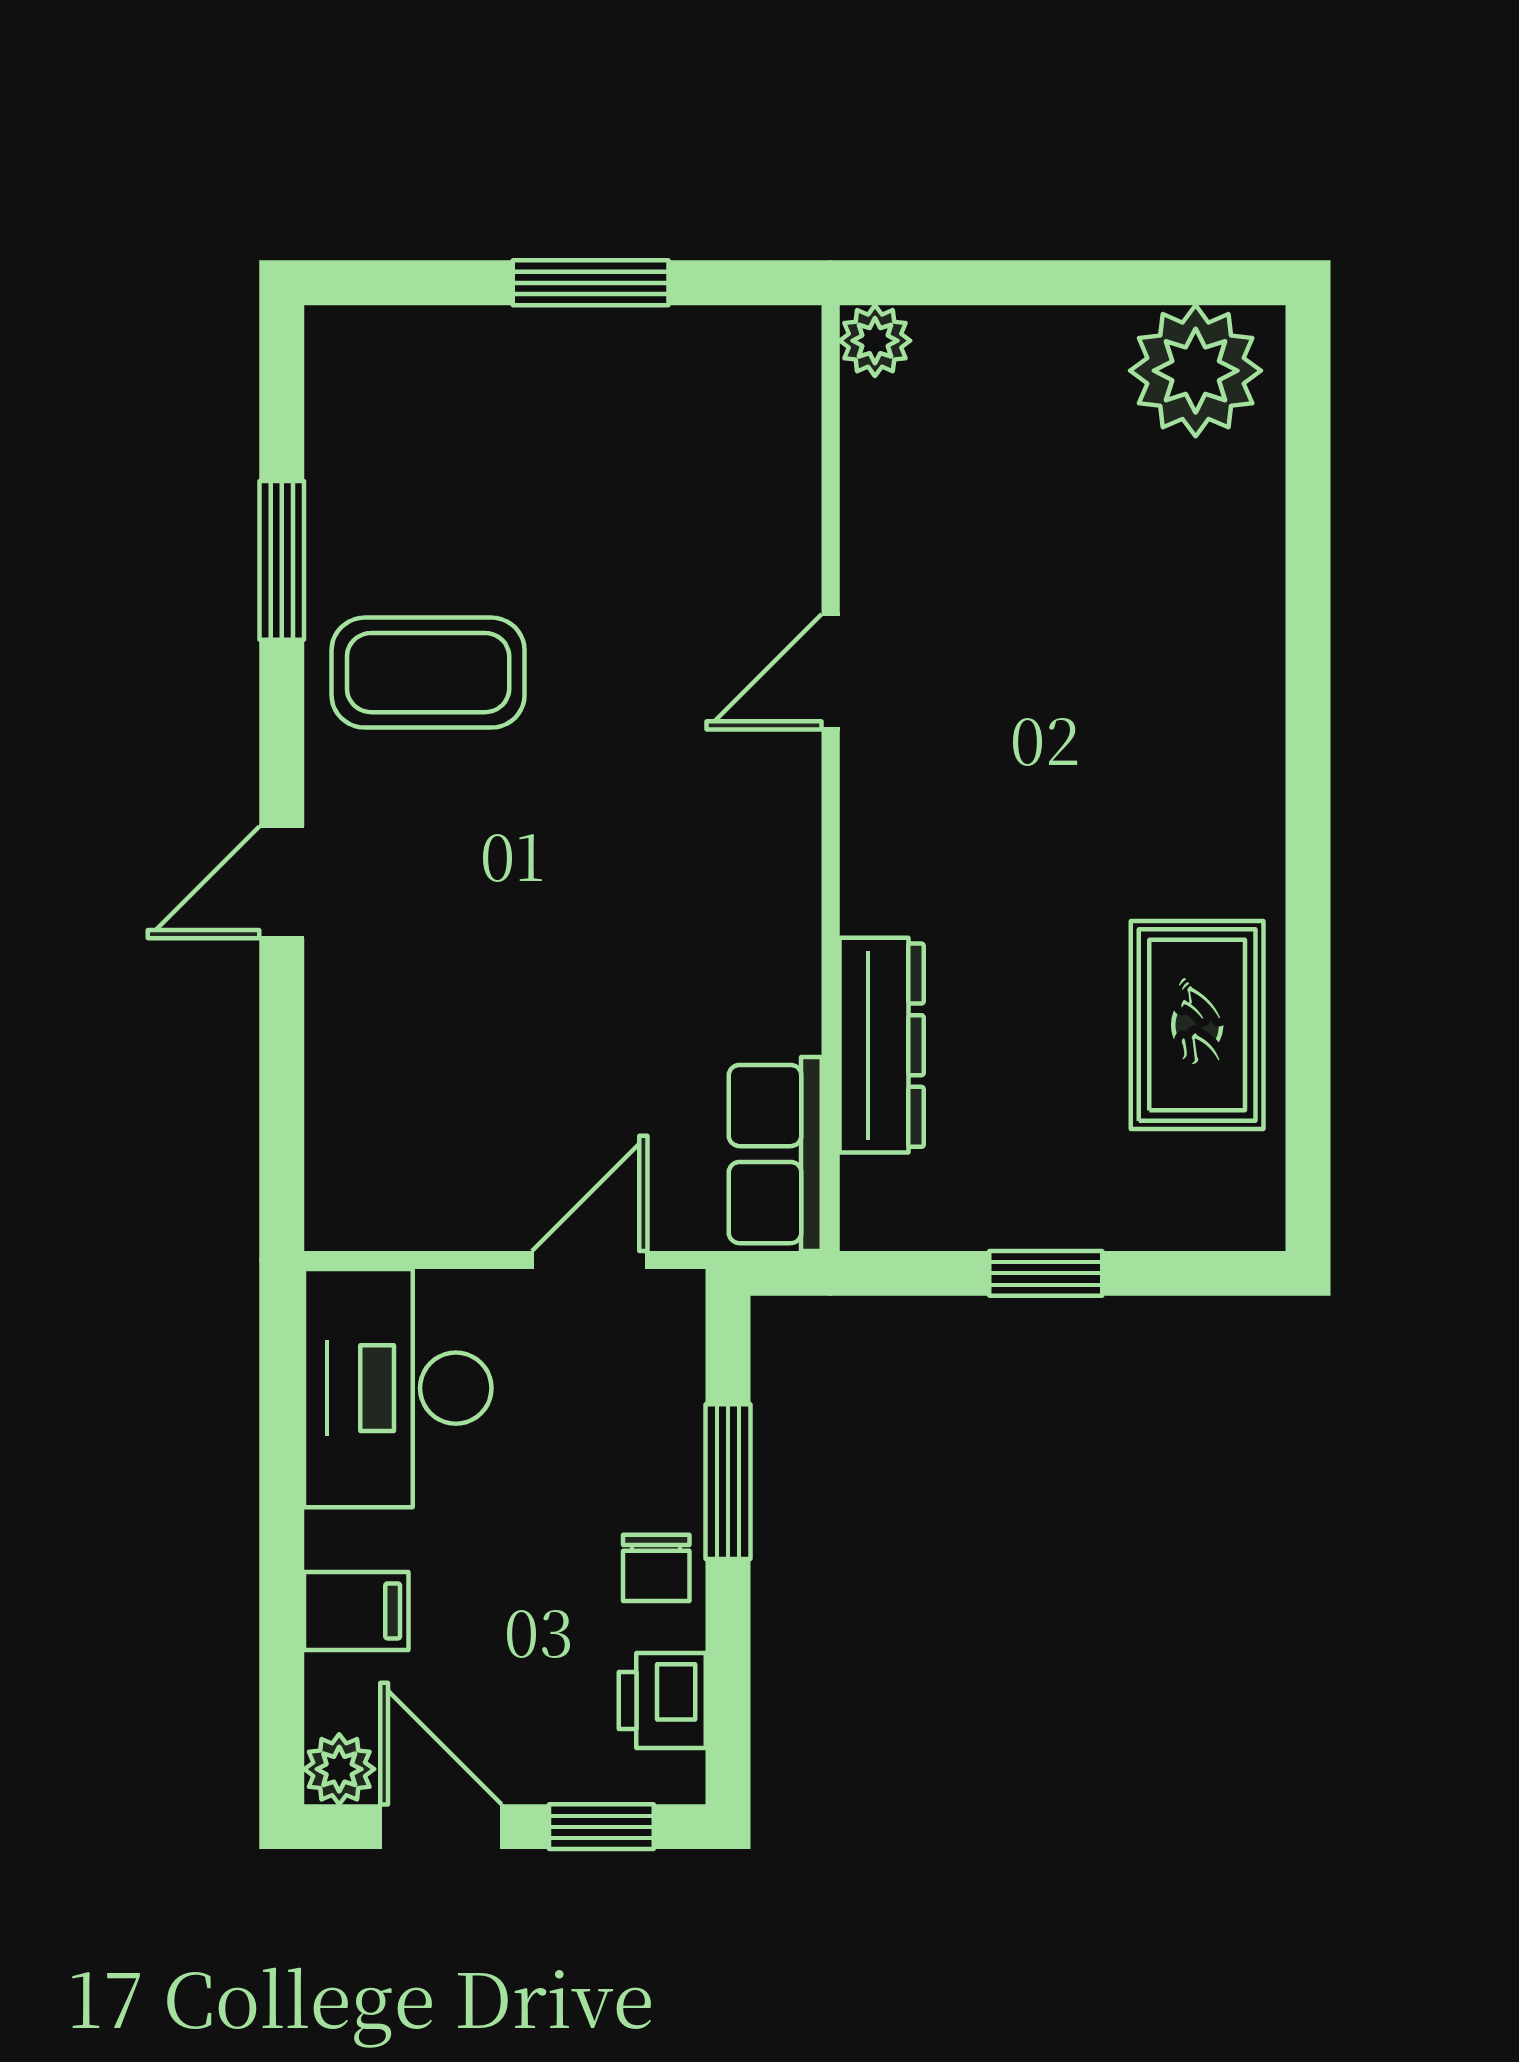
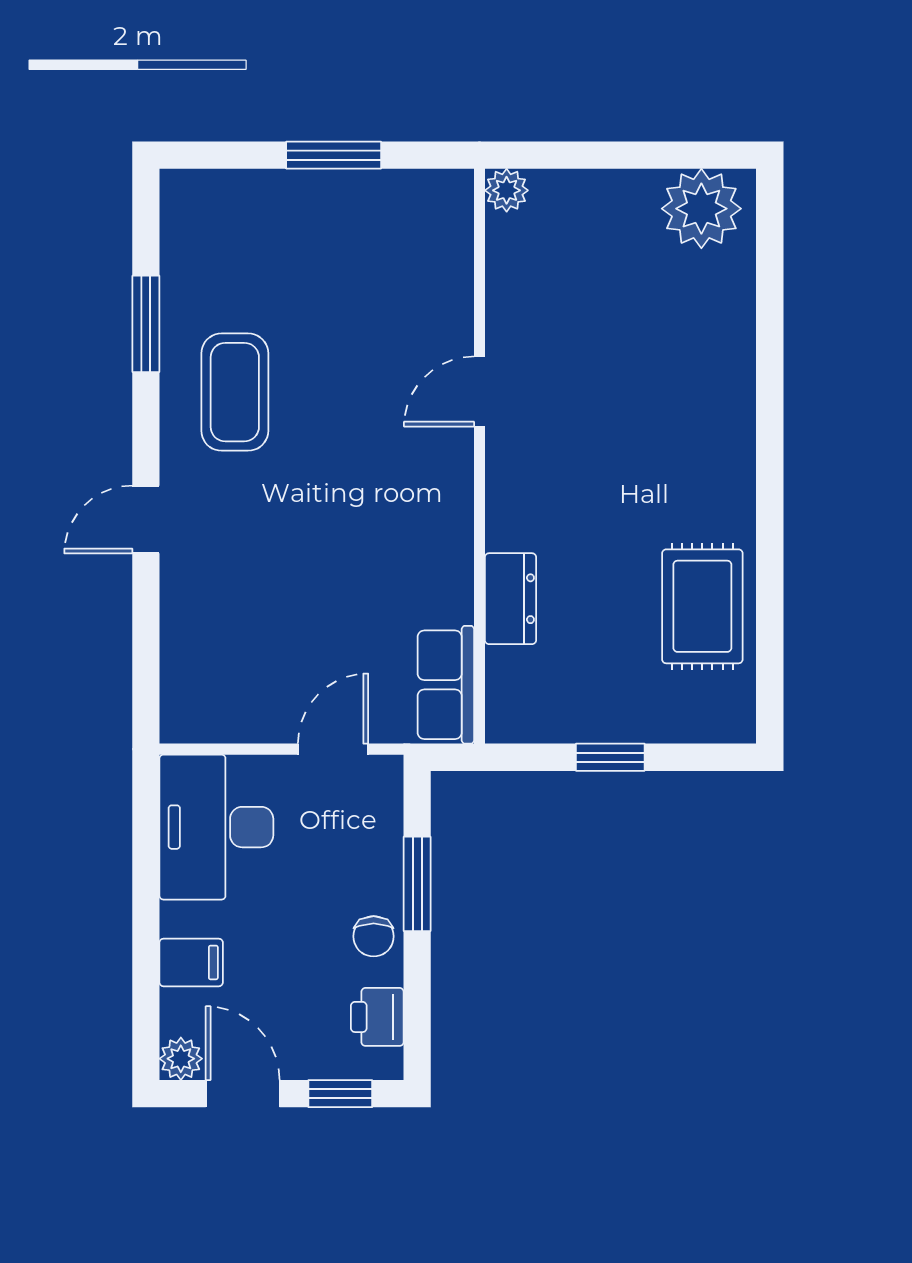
coffee table: (428, 673) -> (235, 392), turned 90
dresser: (882, 1045) -> (511, 599), width x0.70

